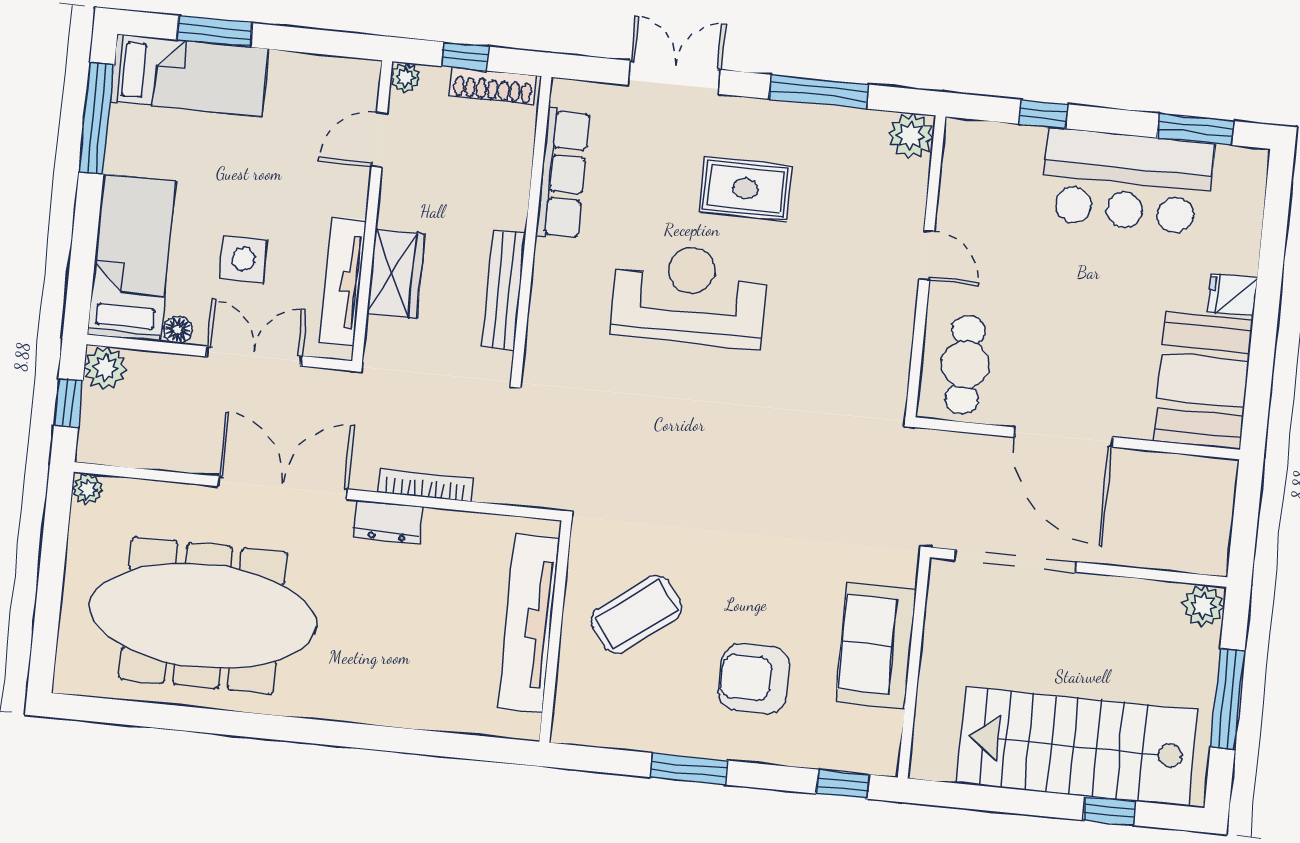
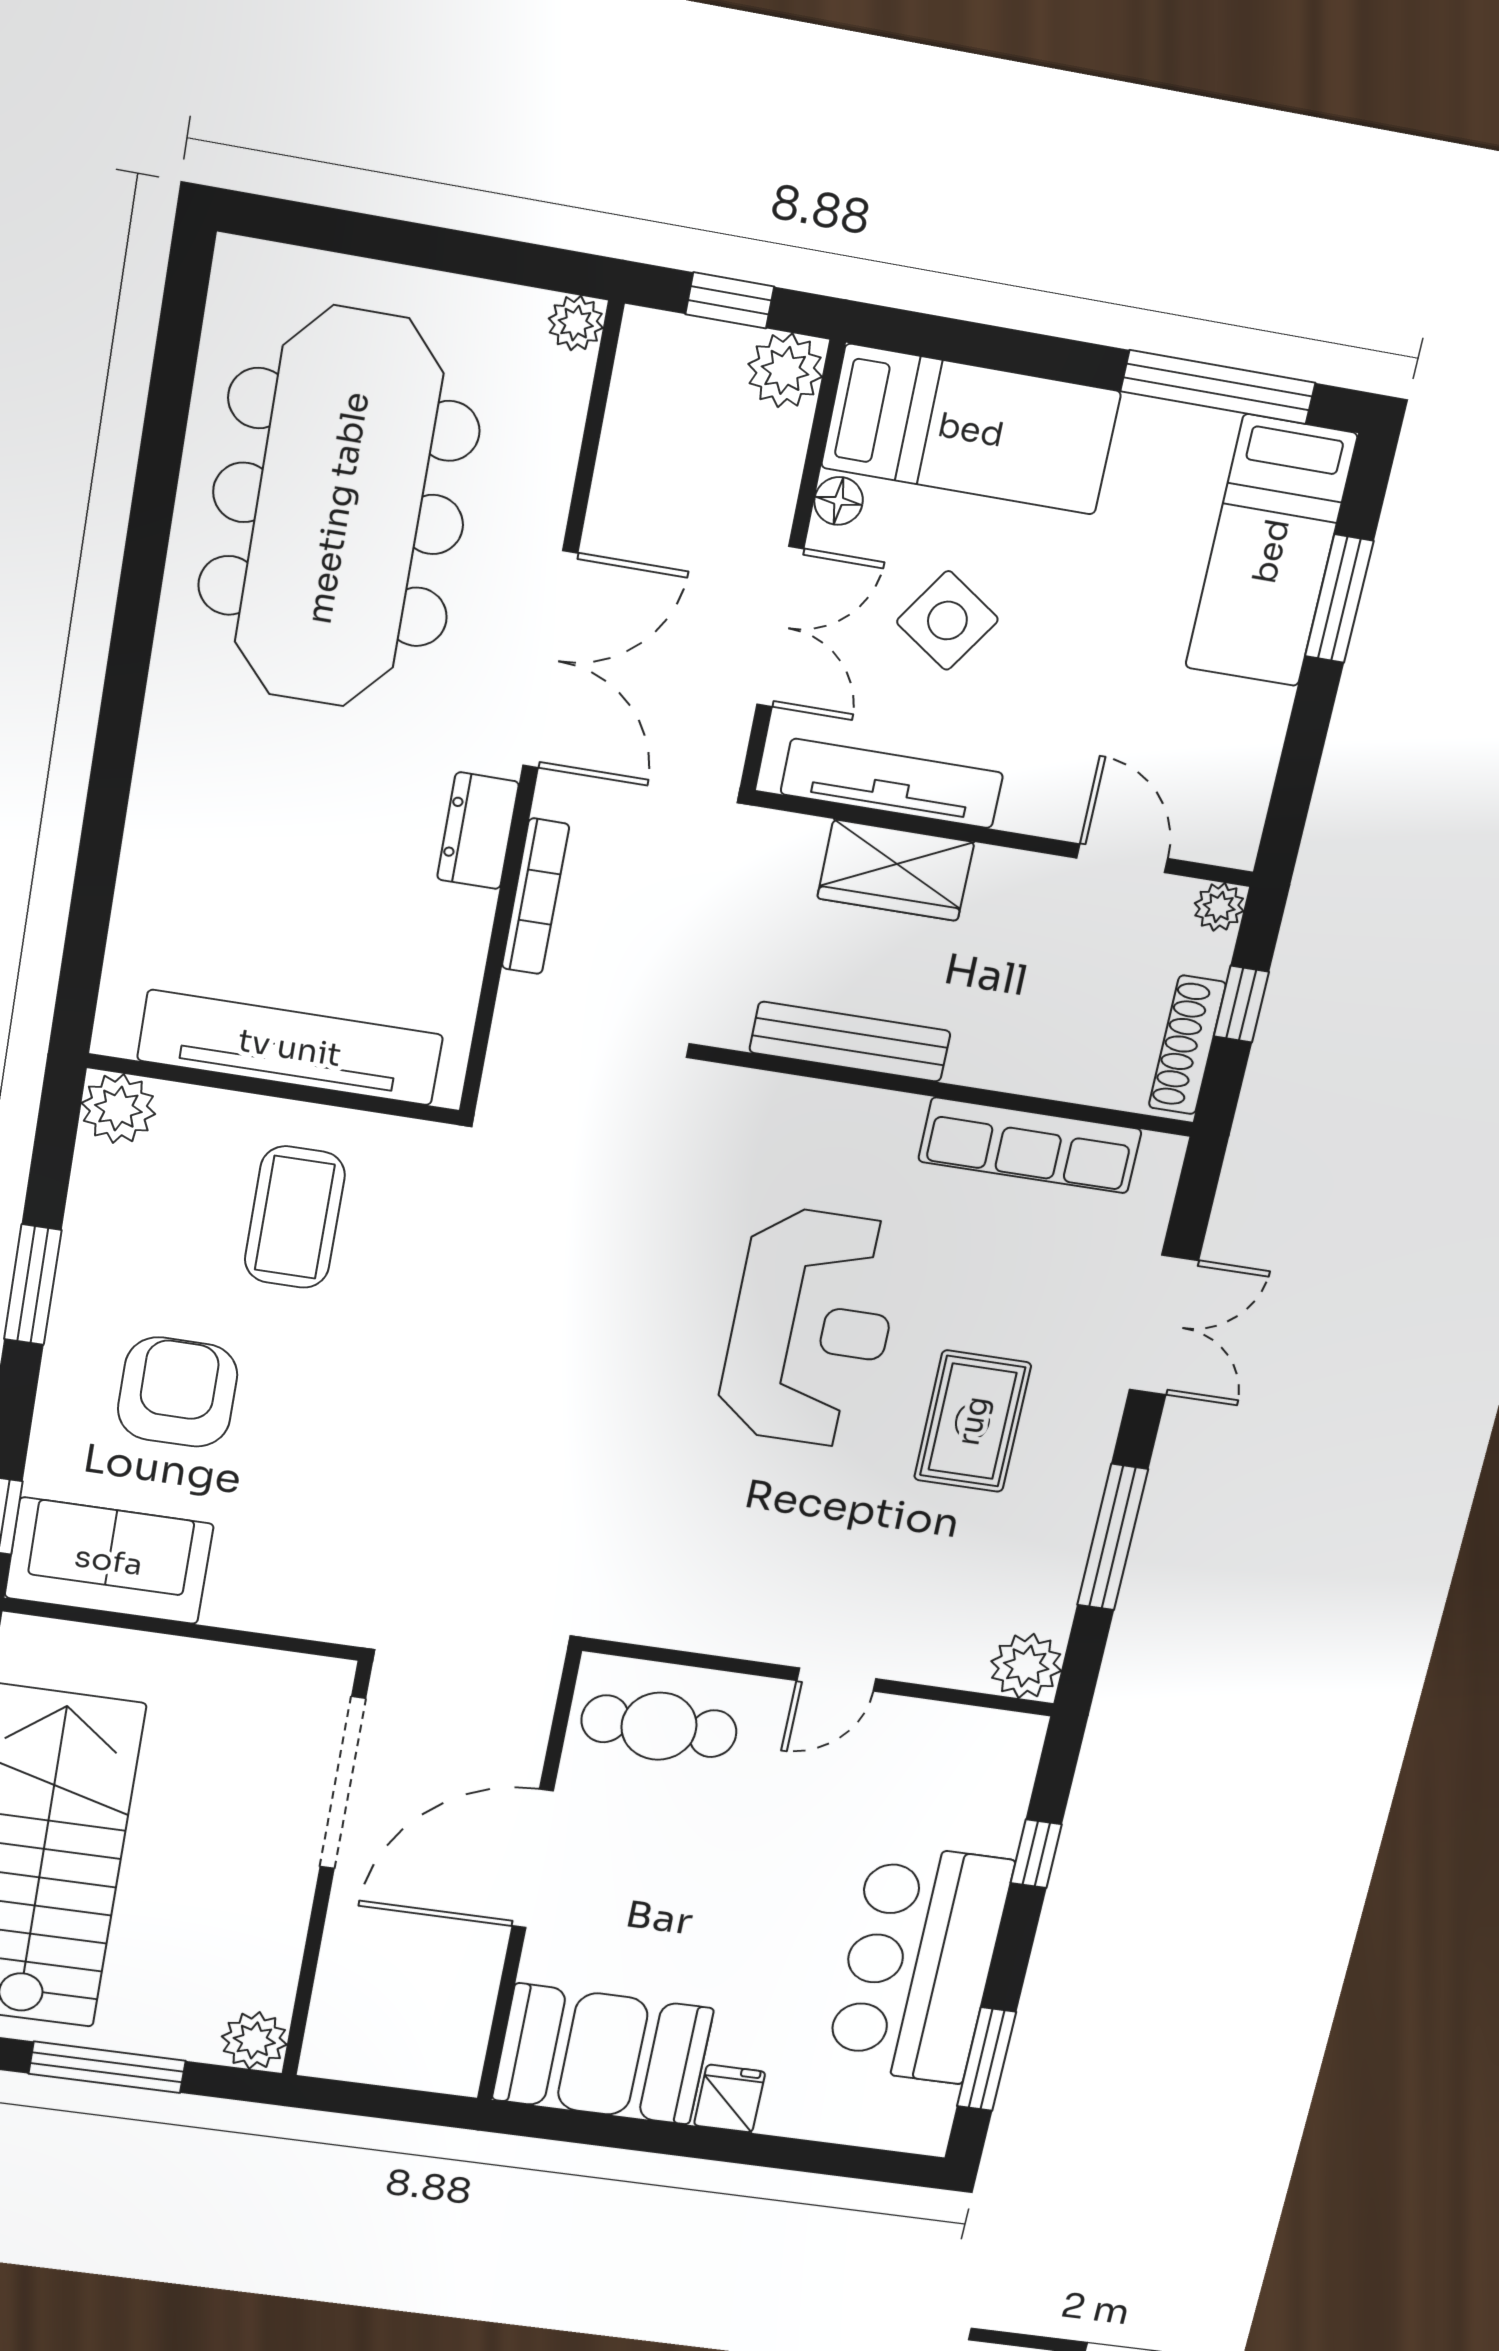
side table: (243, 259) -> (947, 620), turned 34
coffee table: (636, 614) -> (295, 1217), turned 37
sofa: (876, 645) -> (109, 1561), moved
plant: (573, 723) -> (118, 1109), added

